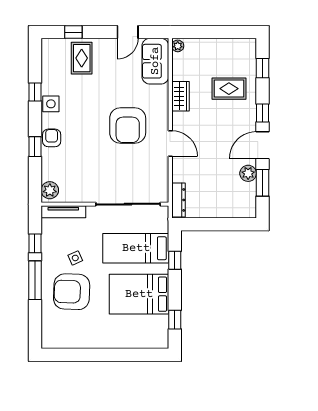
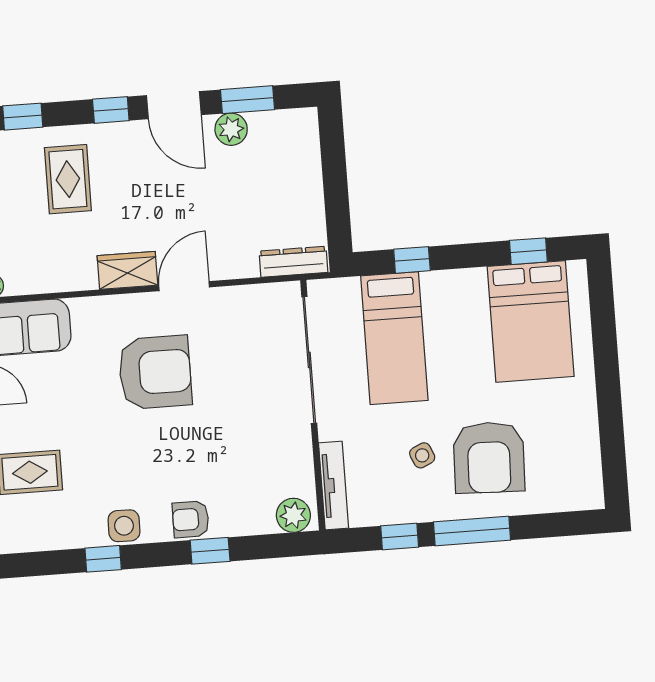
wardrobe: (180, 96) -> (127, 270), moved
bed: (139, 294) -> (531, 321), moved

